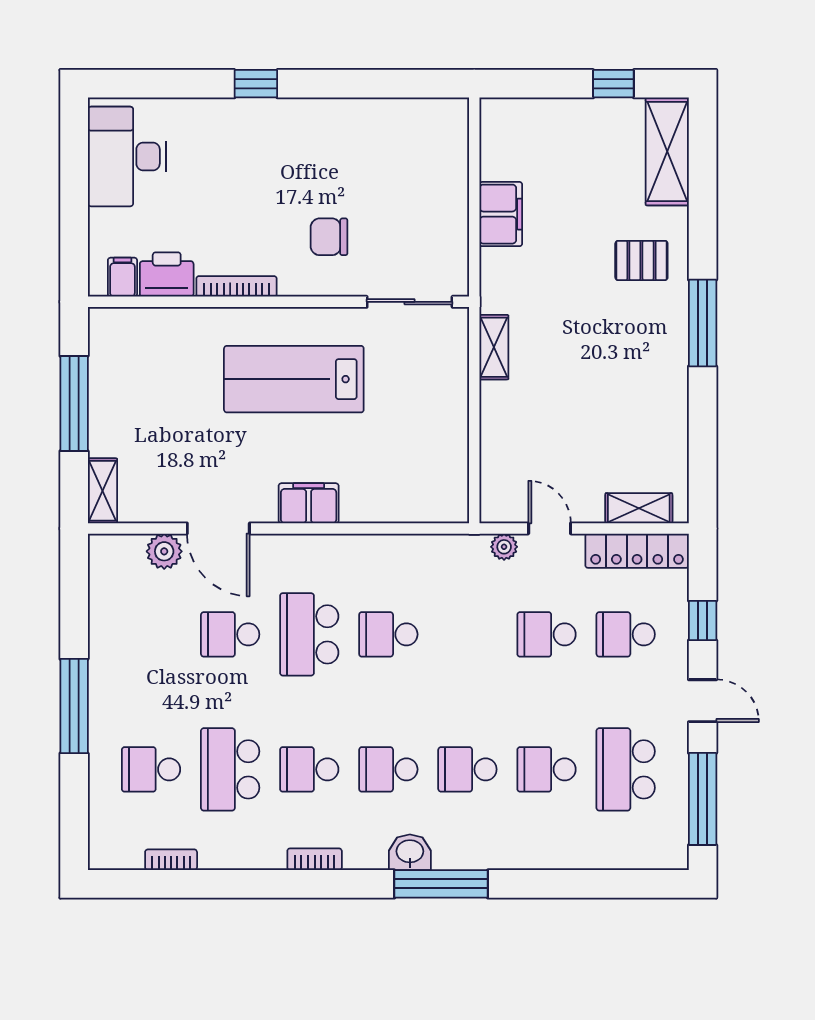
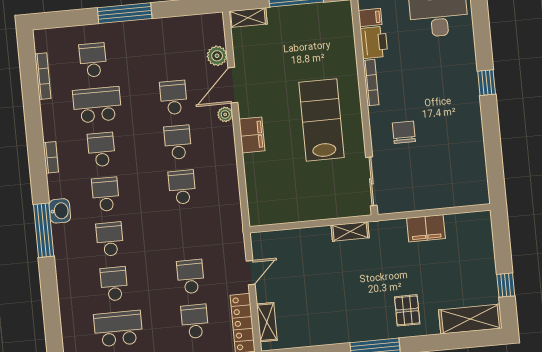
plant: (504, 547) -> (225, 114), moved
school desk: (309, 634) -> (178, 142), width x0.54
bookcase: (171, 860) -> (43, 76), width x1.56

